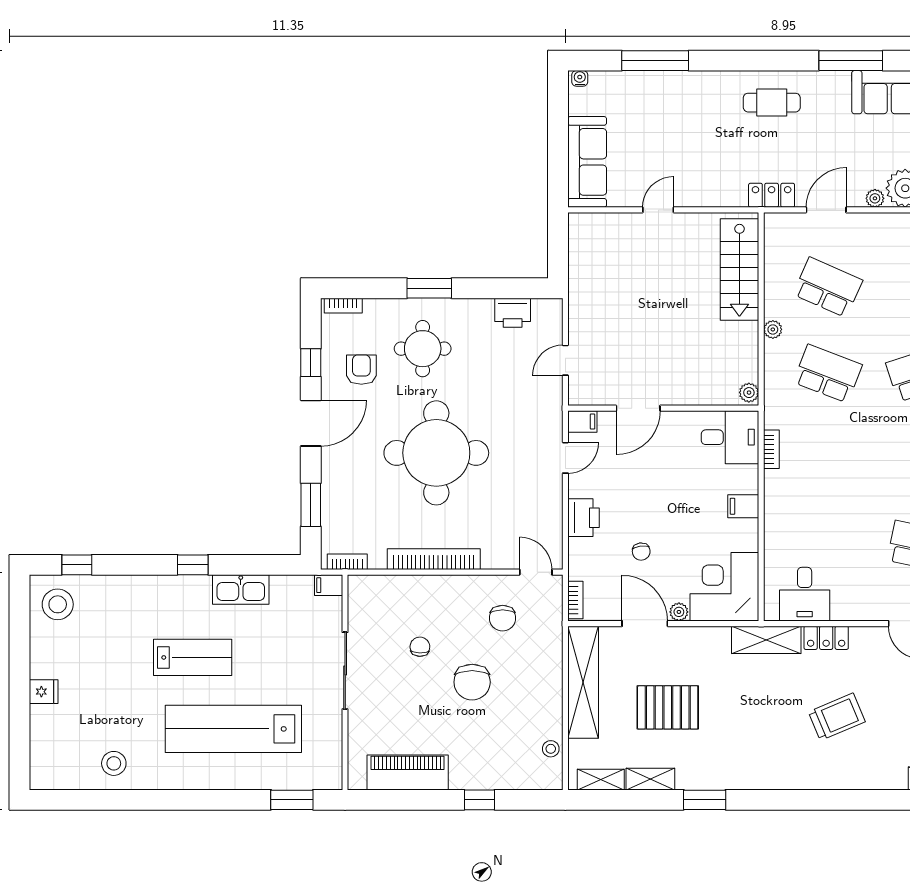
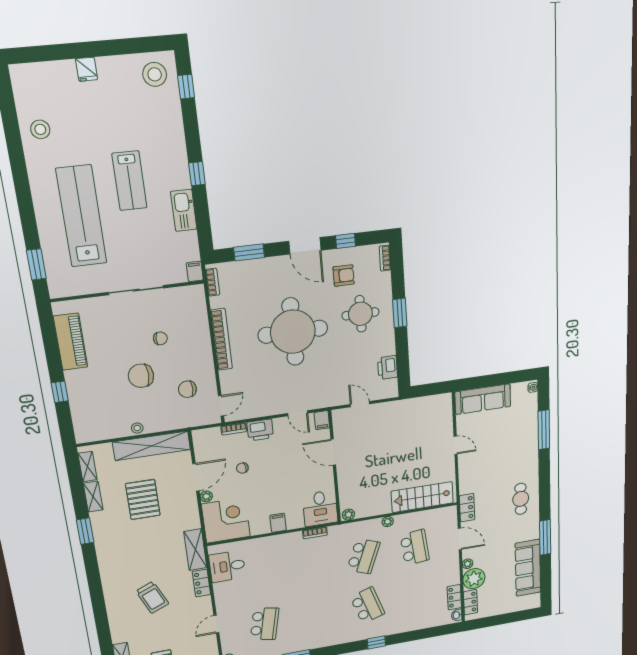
school desk: (828, 287) -> (415, 547), turned -30
bookcase: (575, 600) -> (234, 429), moved
stool: (551, 749) -> (137, 428), moved

